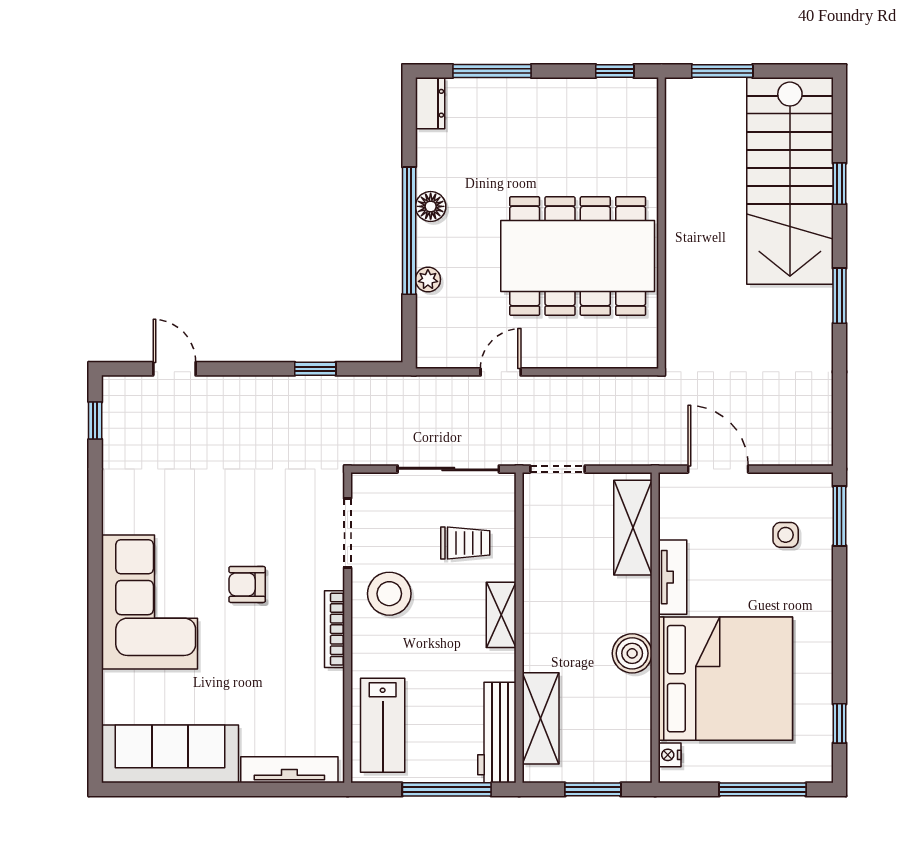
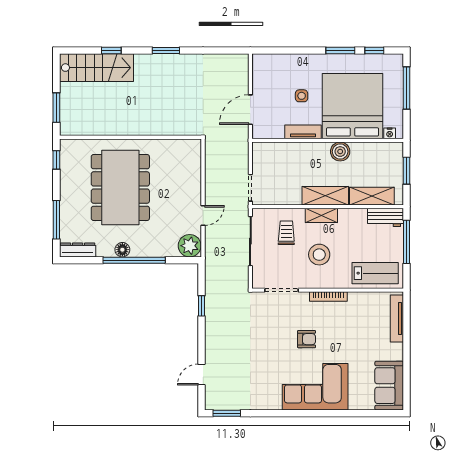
dresser: (430, 103) -> (78, 250), width x1.44
stairs: (790, 181) -> (96, 68), width x0.73, depth x0.66
dining table: (578, 256) -> (120, 188), moved
plant: (428, 279) -> (190, 246), moved, width x1.87, depth x1.87
door: (501, 372) -> (203, 216), swing flipped
window: (95, 421) -> (227, 413), width x1.50
window: (839, 516) -> (340, 50), moved
shelving: (633, 528) -> (325, 196), moved
side table: (786, 535) -> (302, 96), moved
armchair: (247, 584) -> (307, 339), turned -90
stool: (389, 594) -> (319, 255), moved
workbench: (497, 733) -> (385, 217), width x0.73
sofa: (170, 754) -> (389, 386), width x0.73

